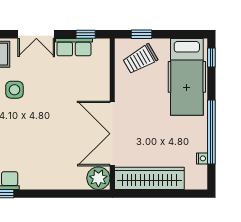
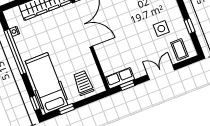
window: (141, 34) -> (67, 109), moved
row of seats: (74, 47) -> (120, 78), moved
trolley: (140, 59) -> (83, 83), turned -60

